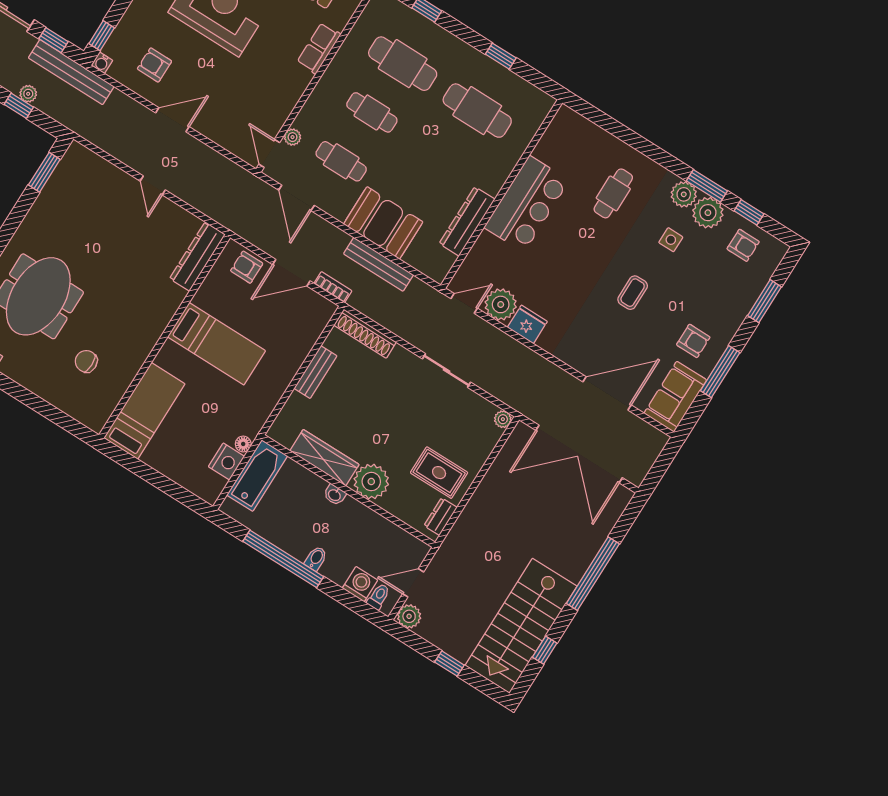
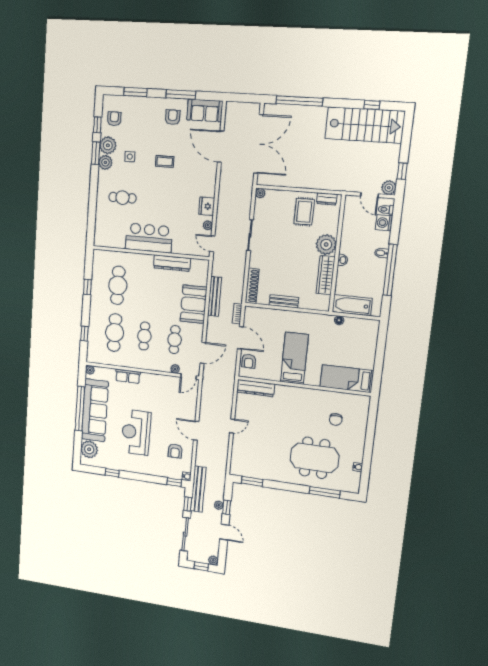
plant: (501, 304) -> (208, 225), width x0.53, depth x0.53
nightstand: (226, 462) -> (353, 324), removed
window: (593, 574) -> (299, 101), moved
window: (449, 664) -> (402, 171), moved

